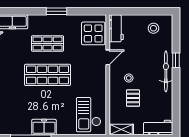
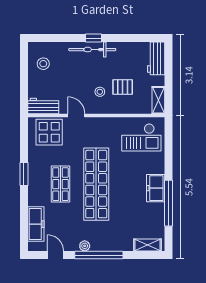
window: (176, 60) -> (93, 38), moved
shop shelf: (47, 75) -> (96, 184), width x1.40

